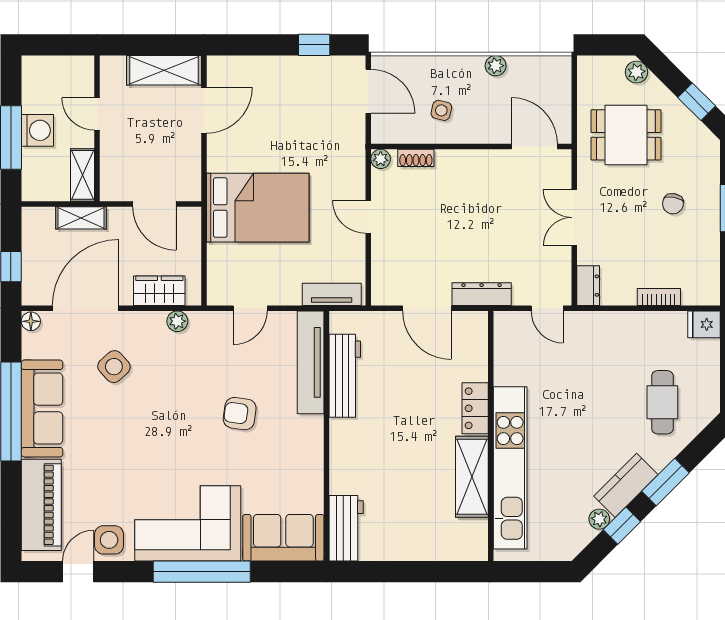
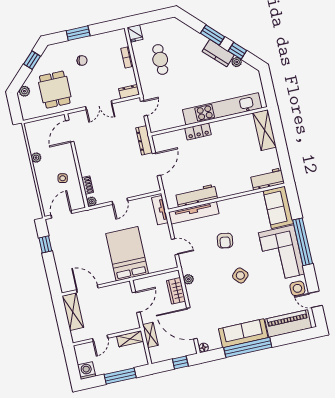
washing machine: (37, 130) -> (87, 371), moved
side table: (114, 367) -> (240, 275), moved
cafe table: (662, 402) -> (160, 59), moved, turned 90
shelving: (472, 477) -> (265, 130), moved, turned 90

